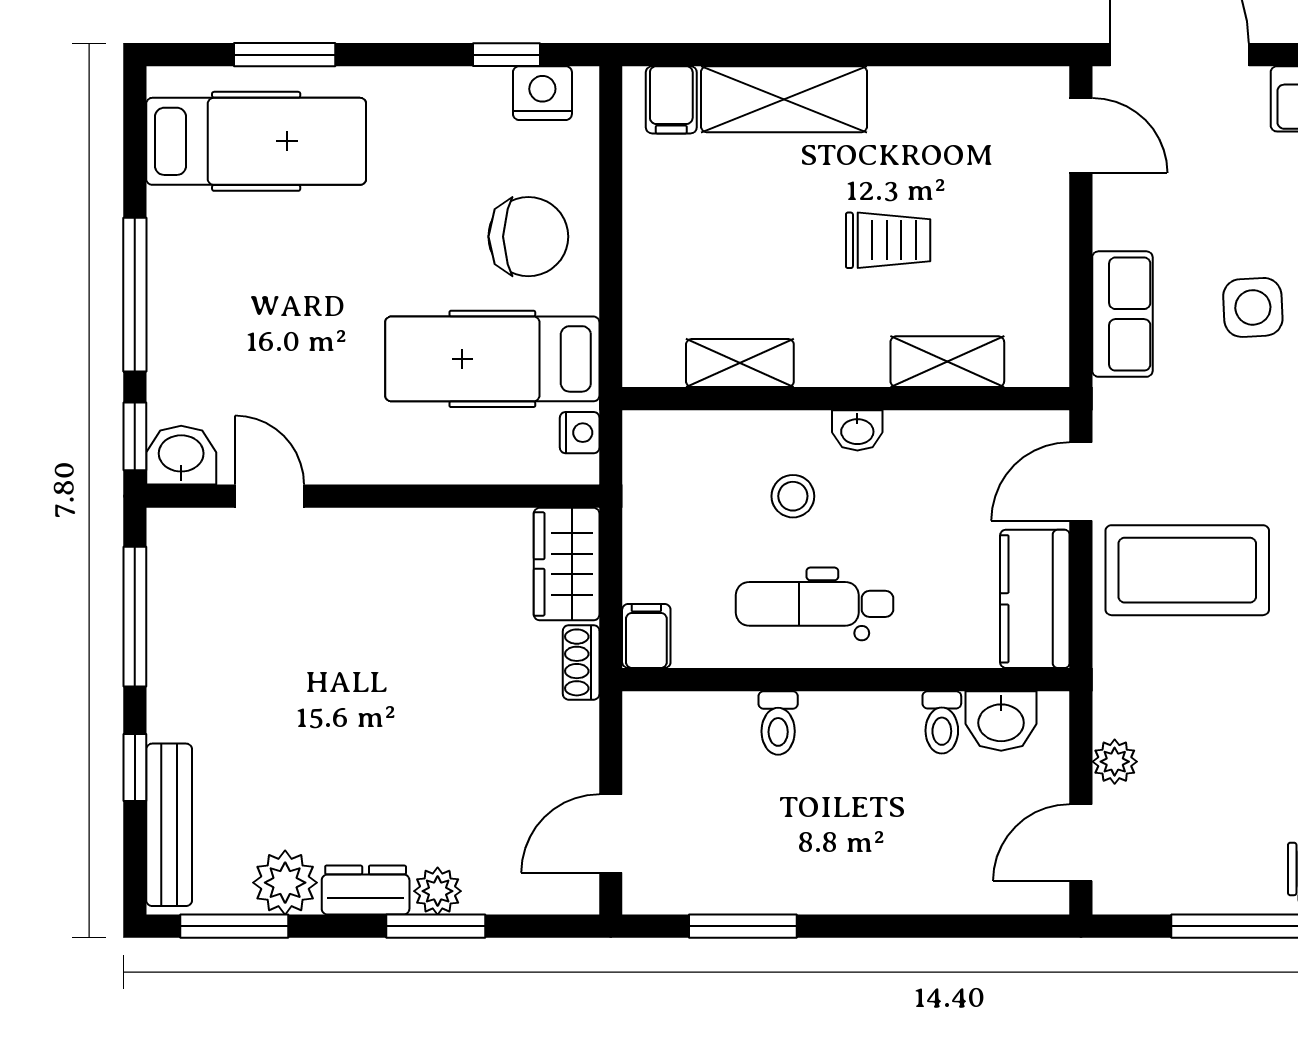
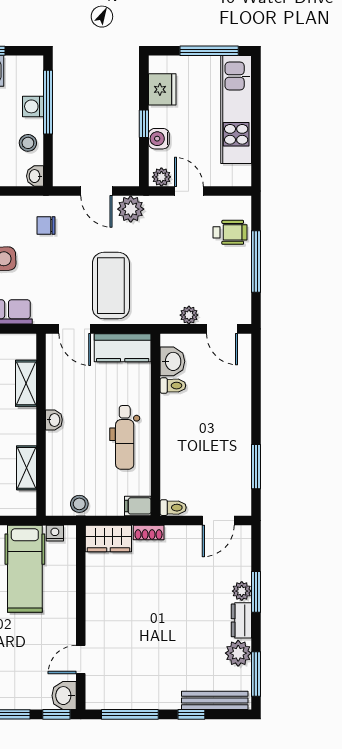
stool: (793, 496) -> (79, 504), moved
toilet: (778, 723) -> (173, 508), moved
door: (611, 833) -> (218, 520), hinge flipped

